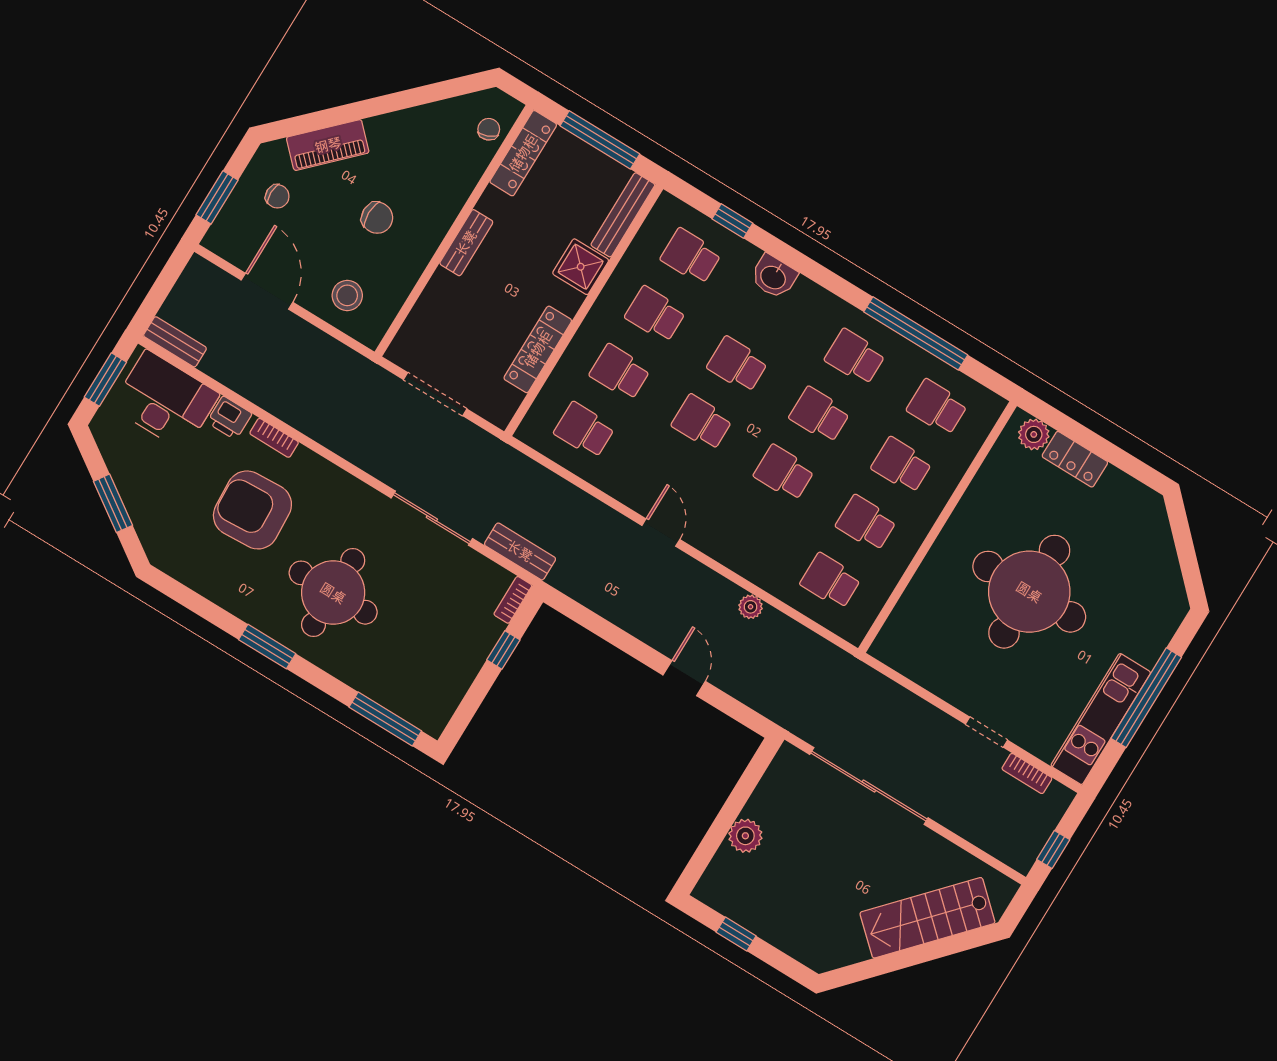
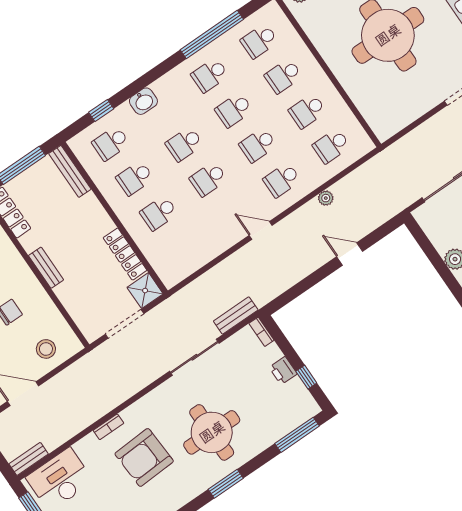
shower: (581, 267) -> (145, 291), moved
printer: (229, 418) -> (283, 371), moved, turned 90
school desk: (584, 430) -> (282, 180), moved
window: (503, 650) -> (306, 377), moved

